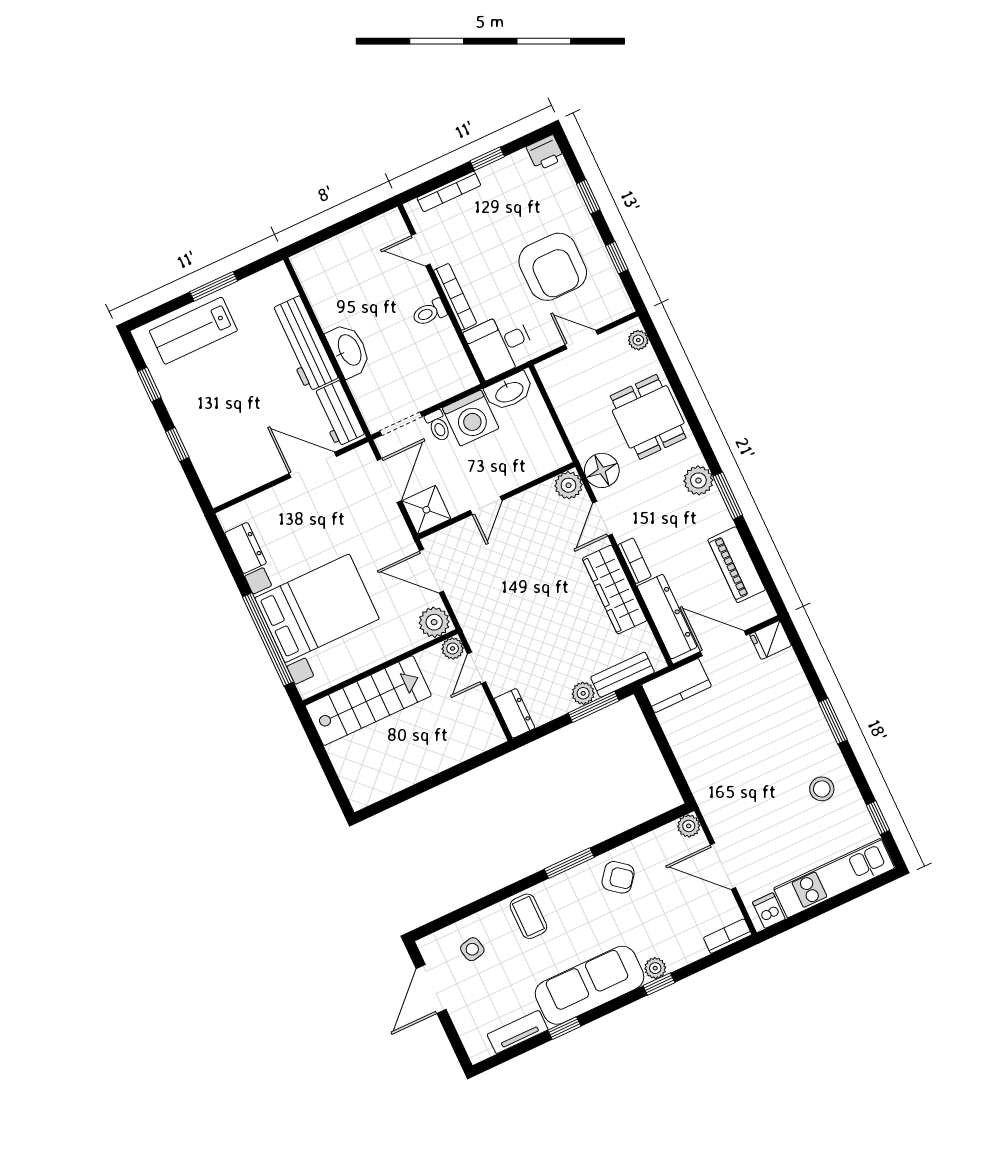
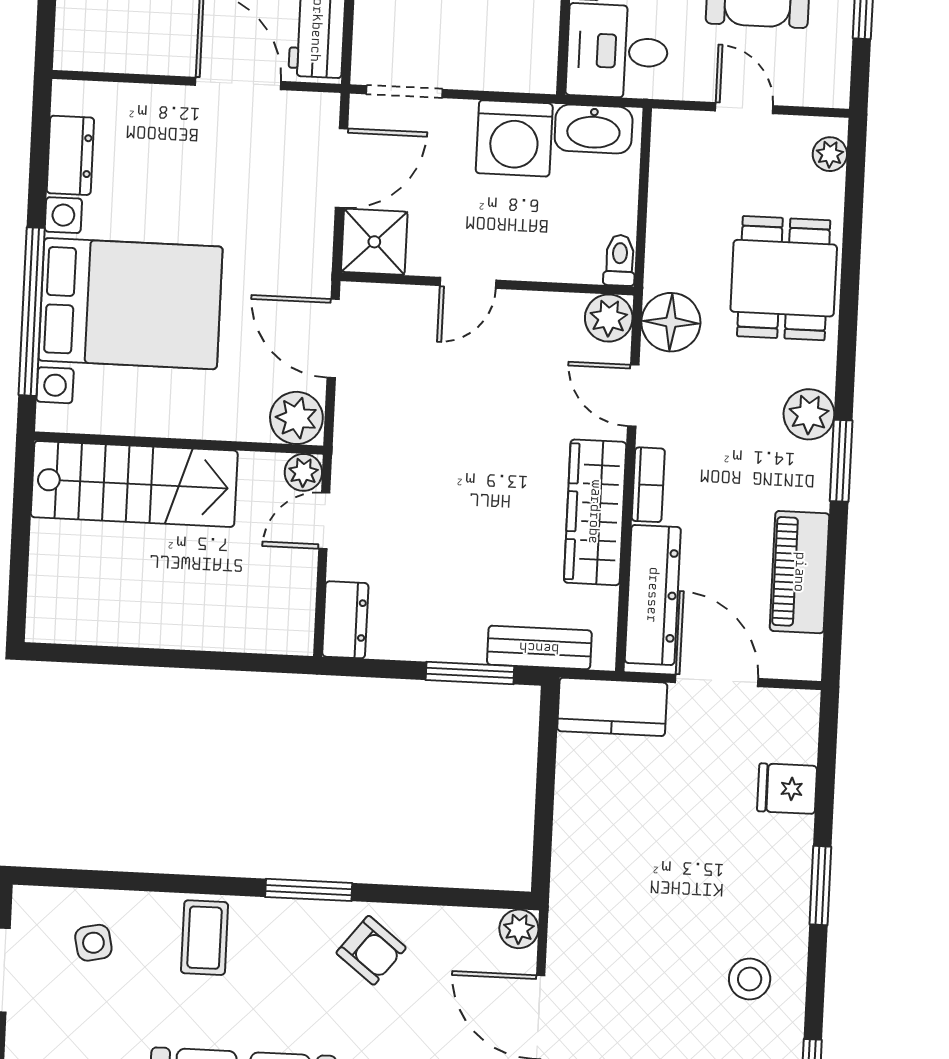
toilet: (438, 426) -> (620, 260), moved, turned 180
door: (602, 519) -> (633, 396), hinge flipped
fridge: (770, 640) -> (787, 789), moved
plant: (583, 693) -> (465, 644), removed

